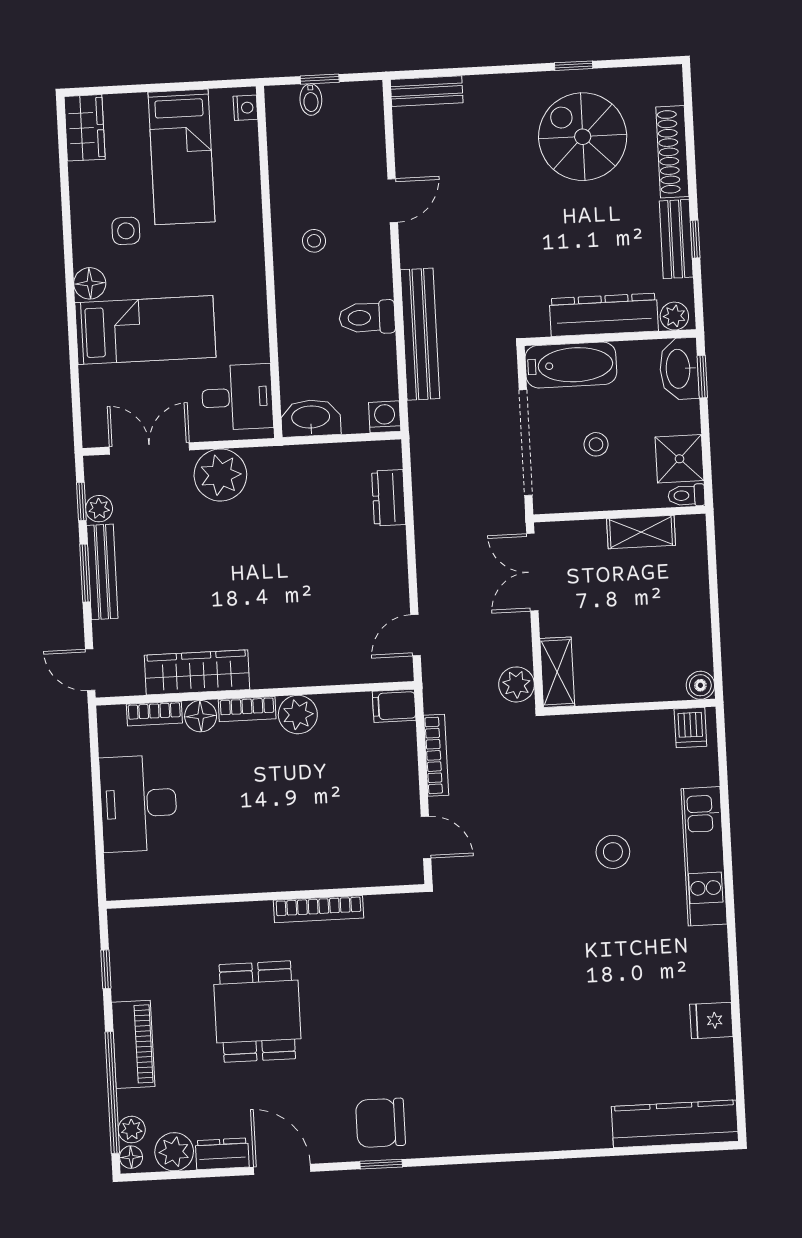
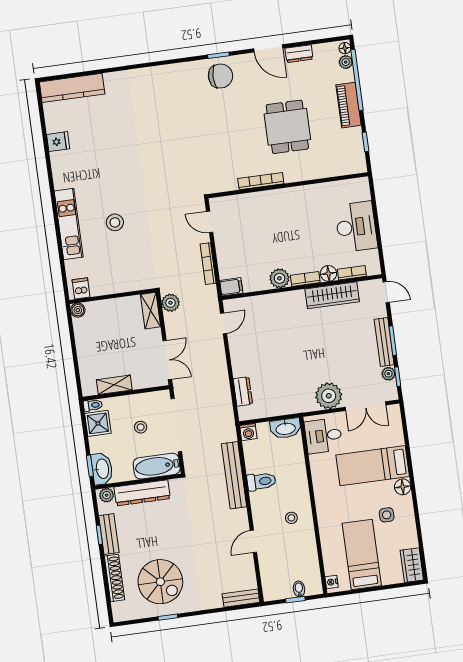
plant: (174, 1152) -> (323, 53), removed

